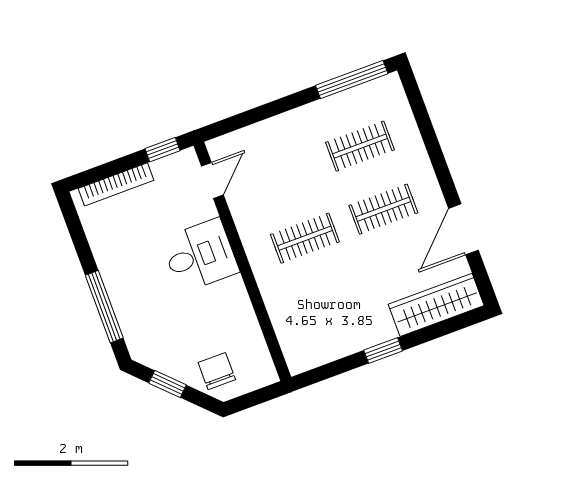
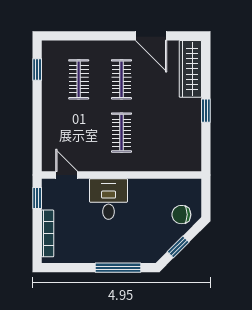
window: (352, 80) -> (37, 70), width x0.46

